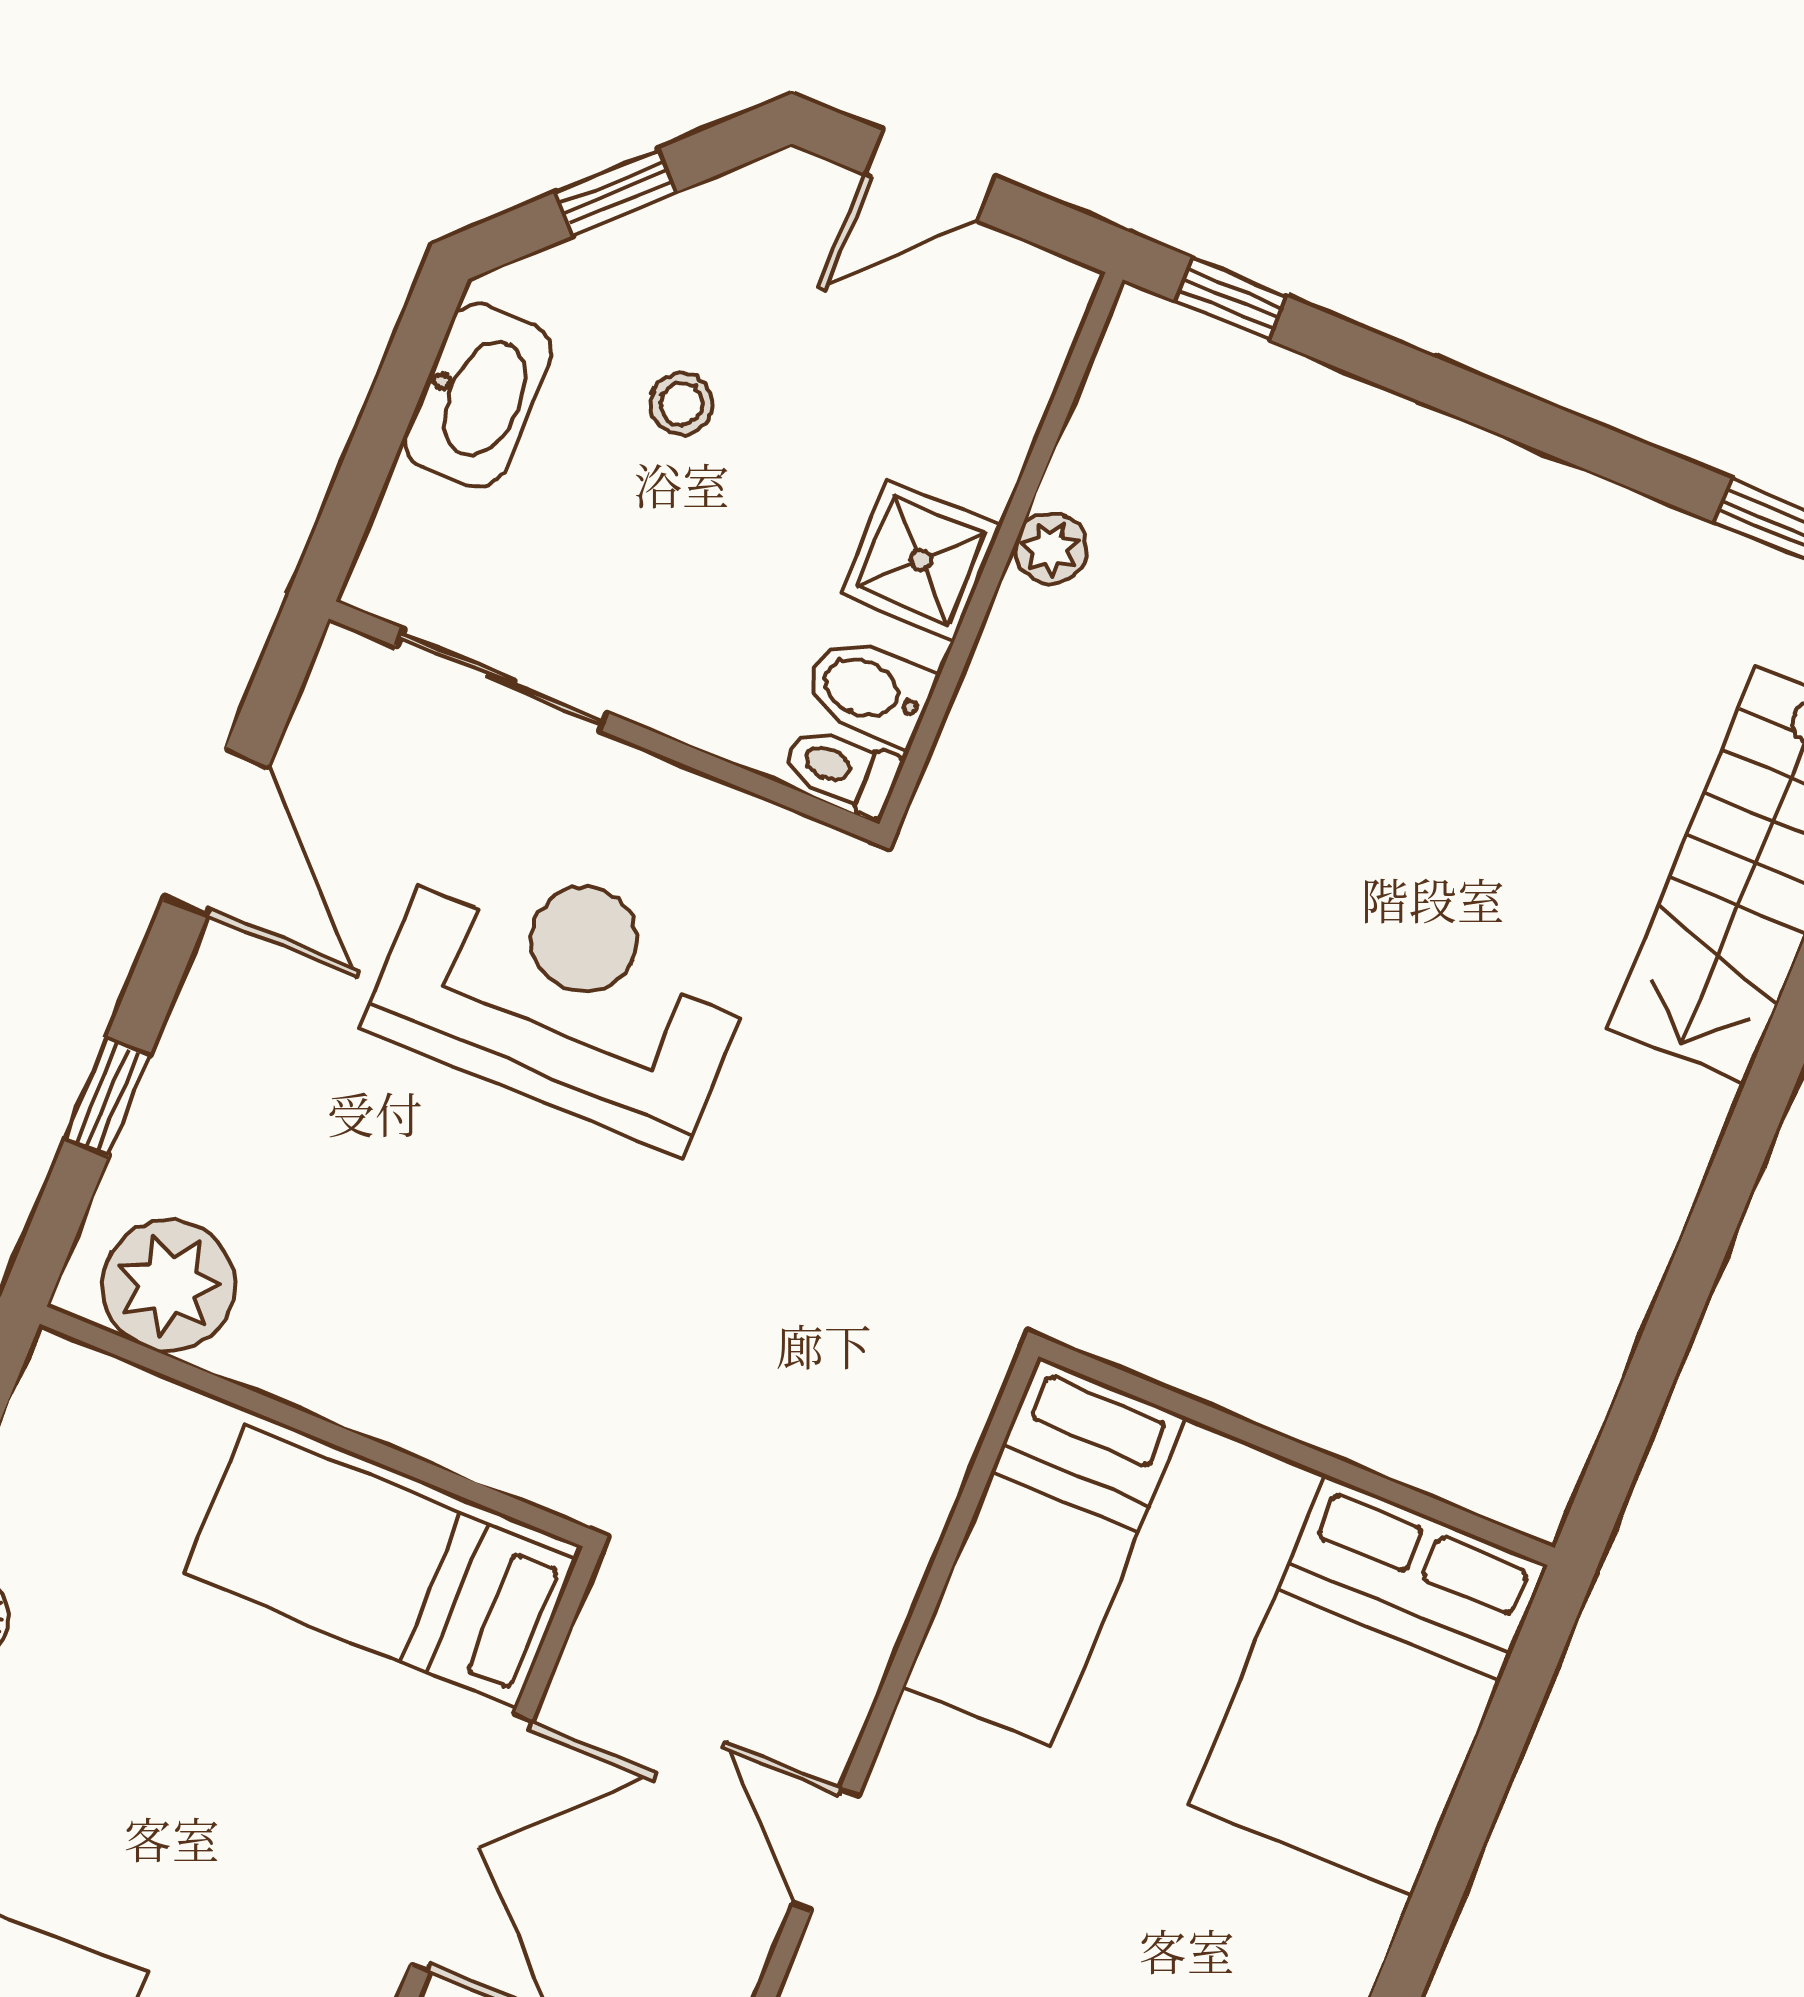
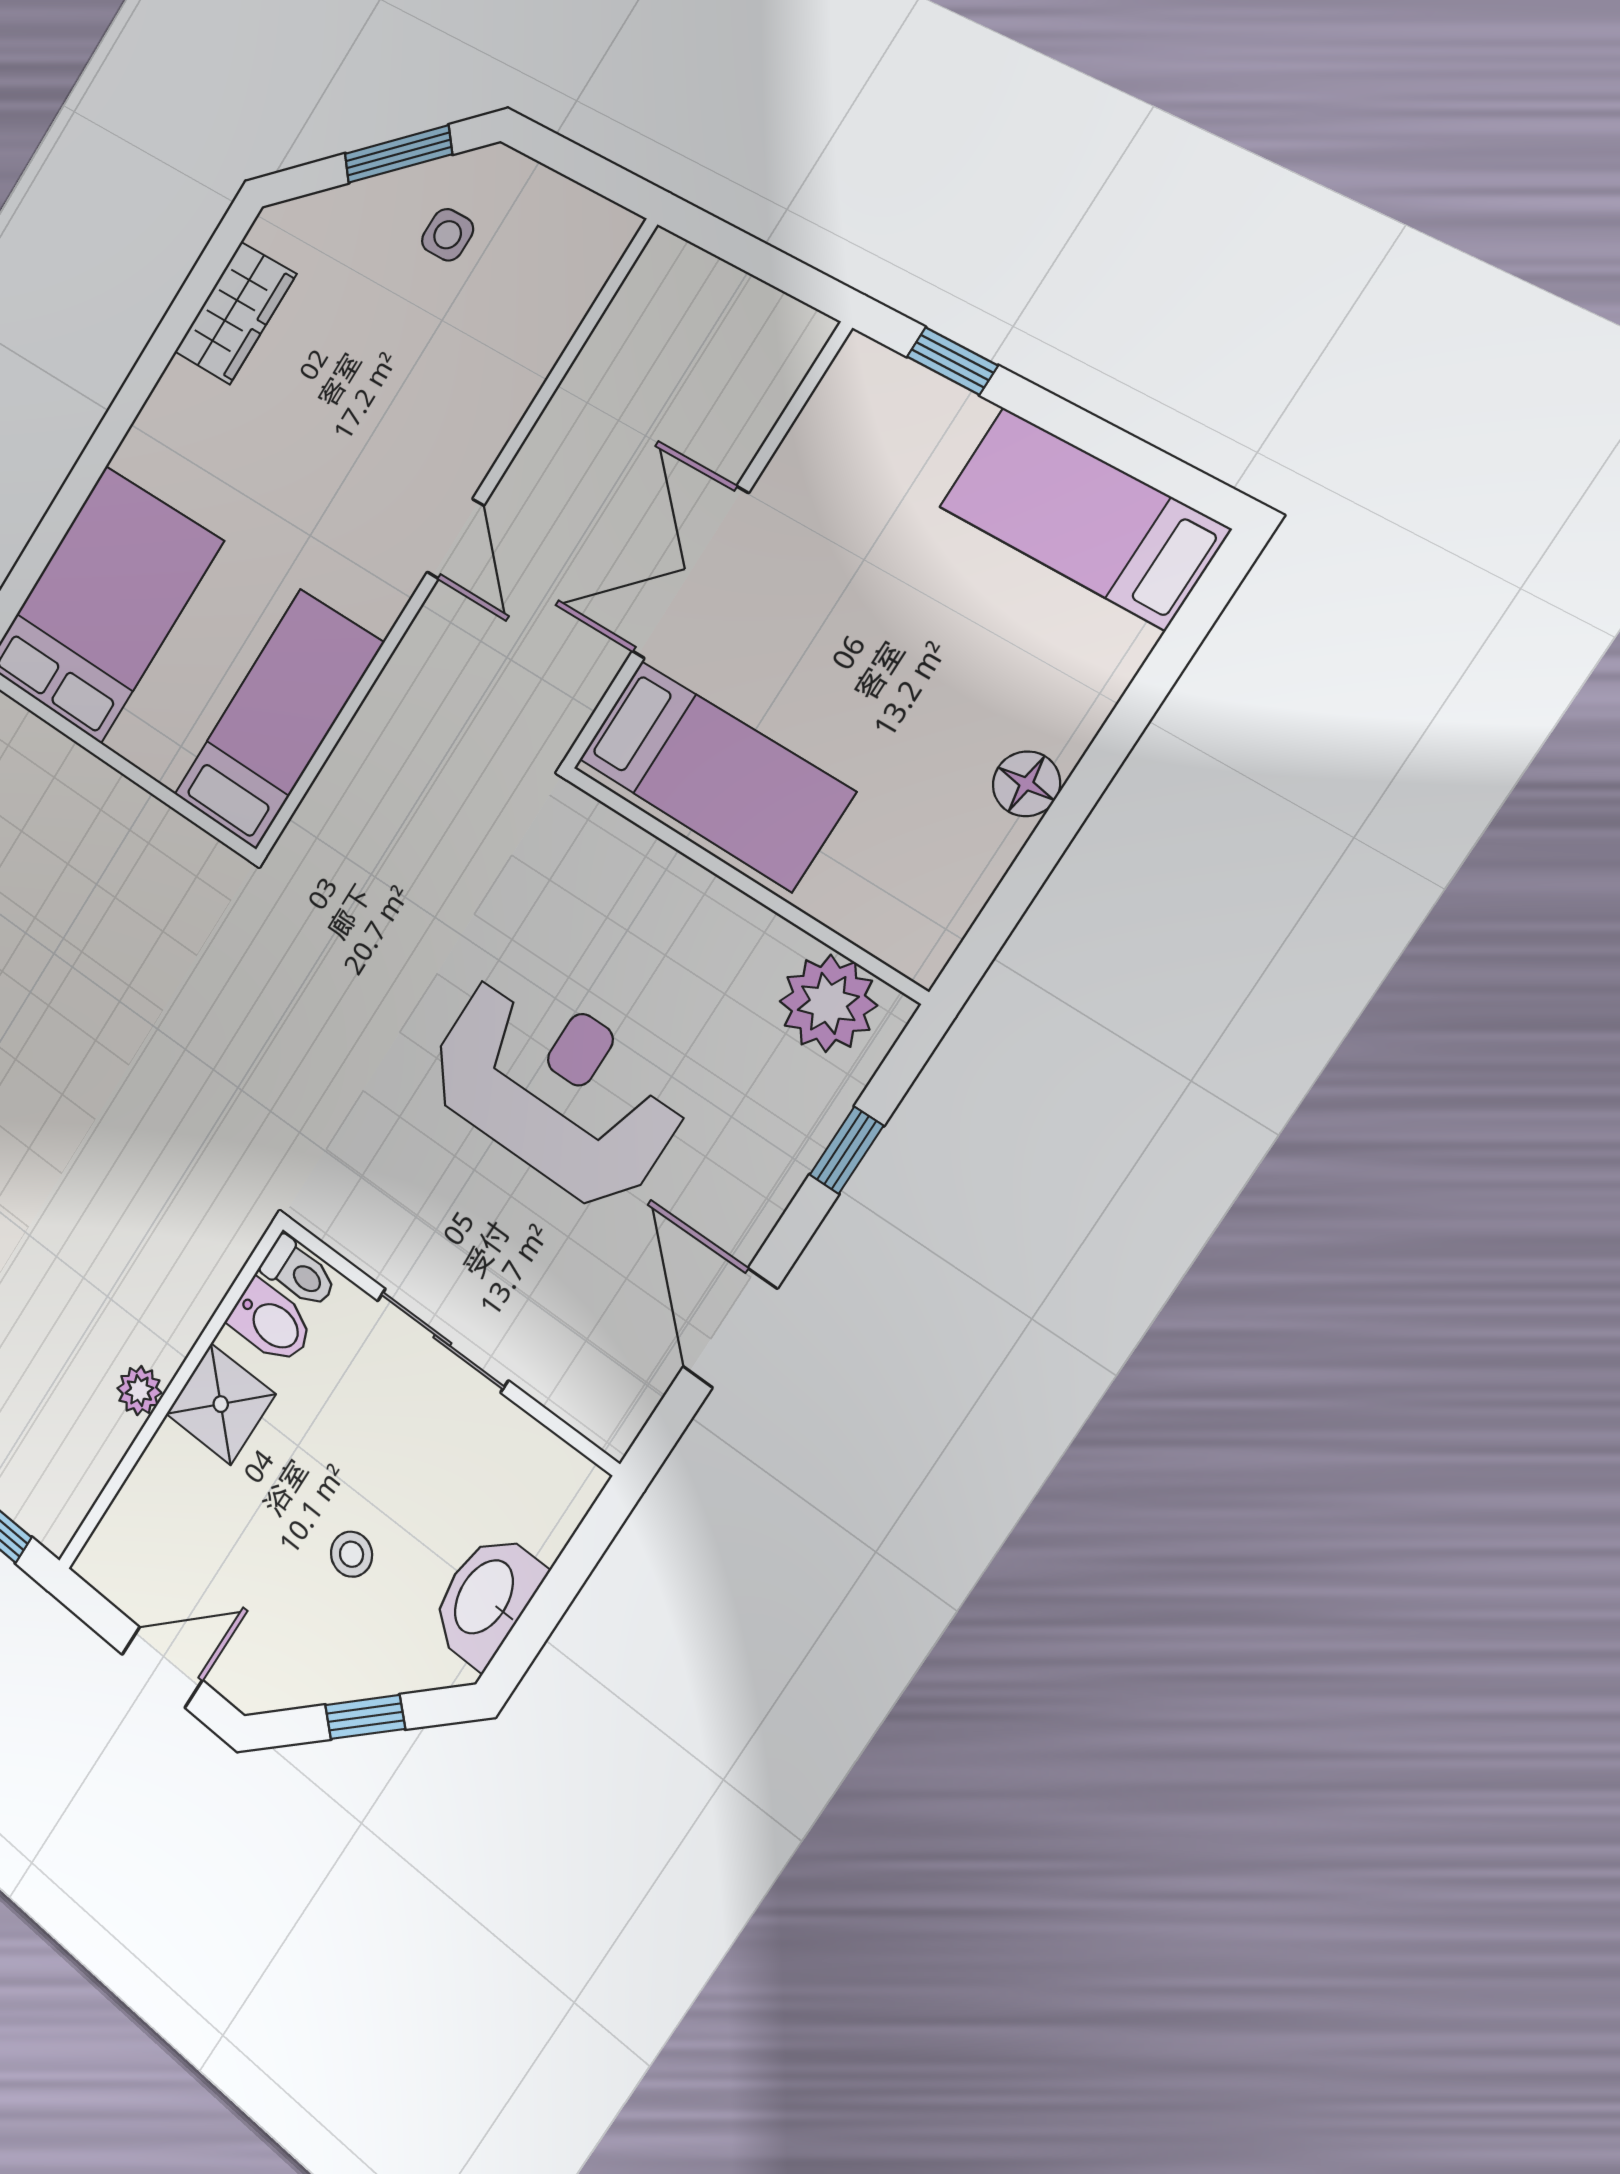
sliding door: (502, 679) -> (442, 1340), moved
reception desk: (562, 992) -> (556, 1088), moved, turned 180

